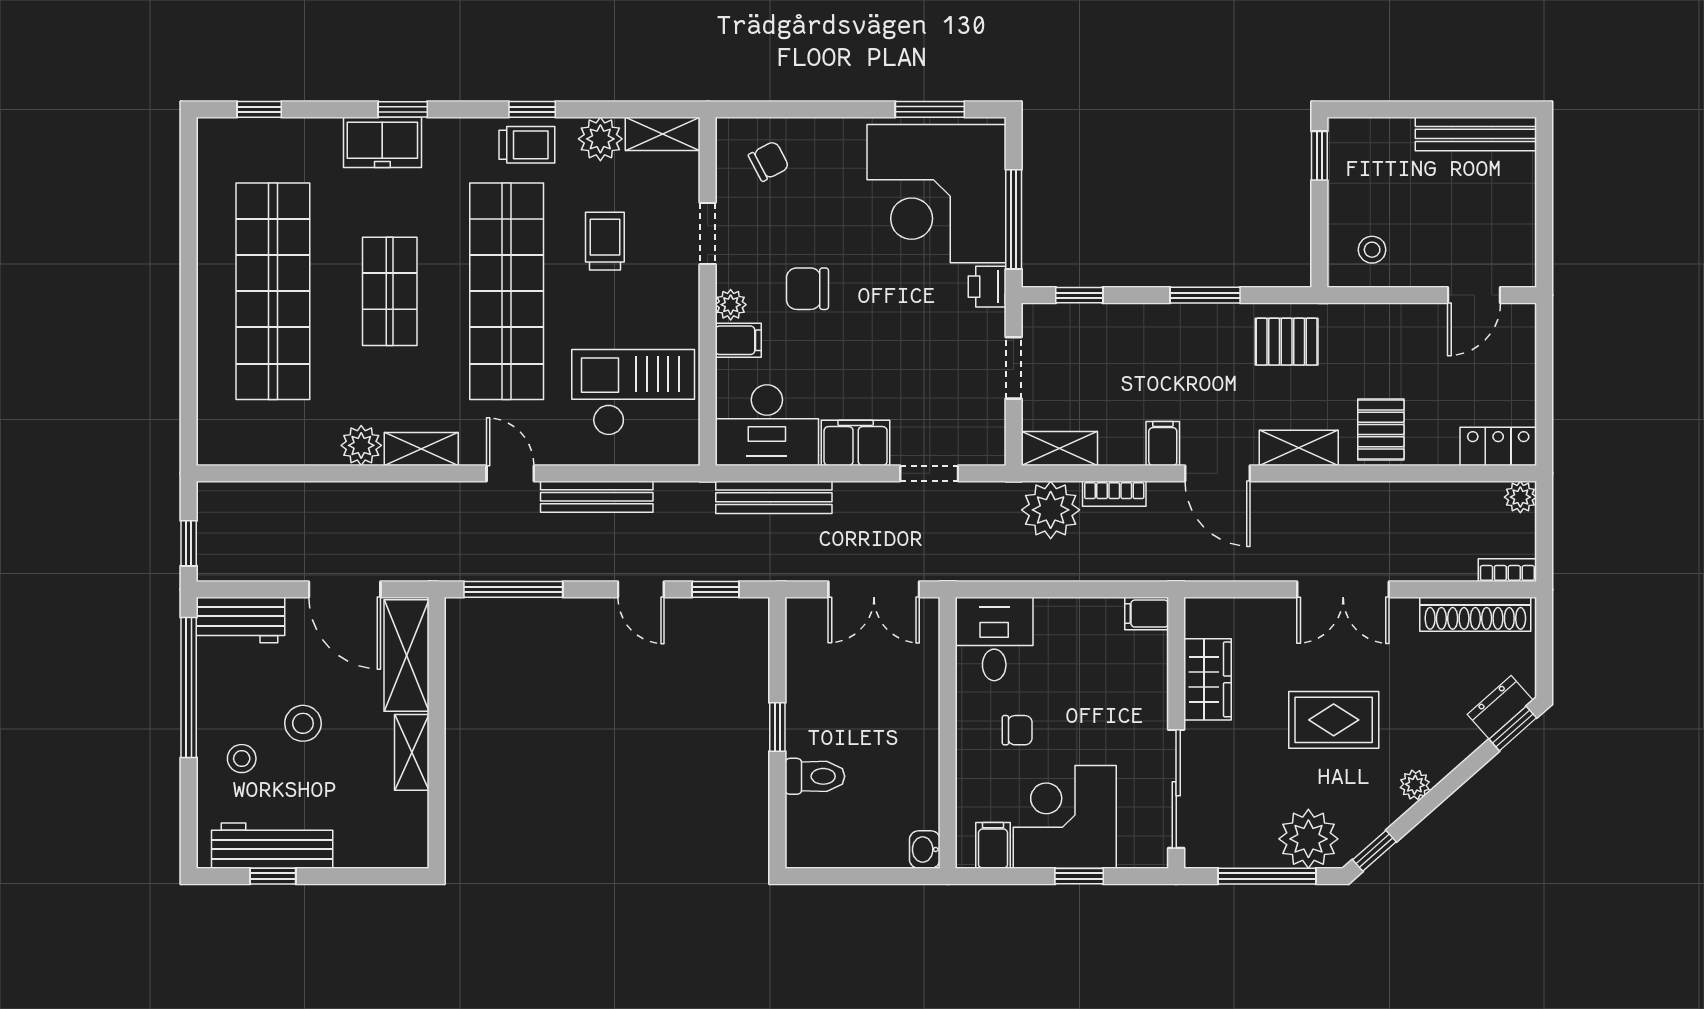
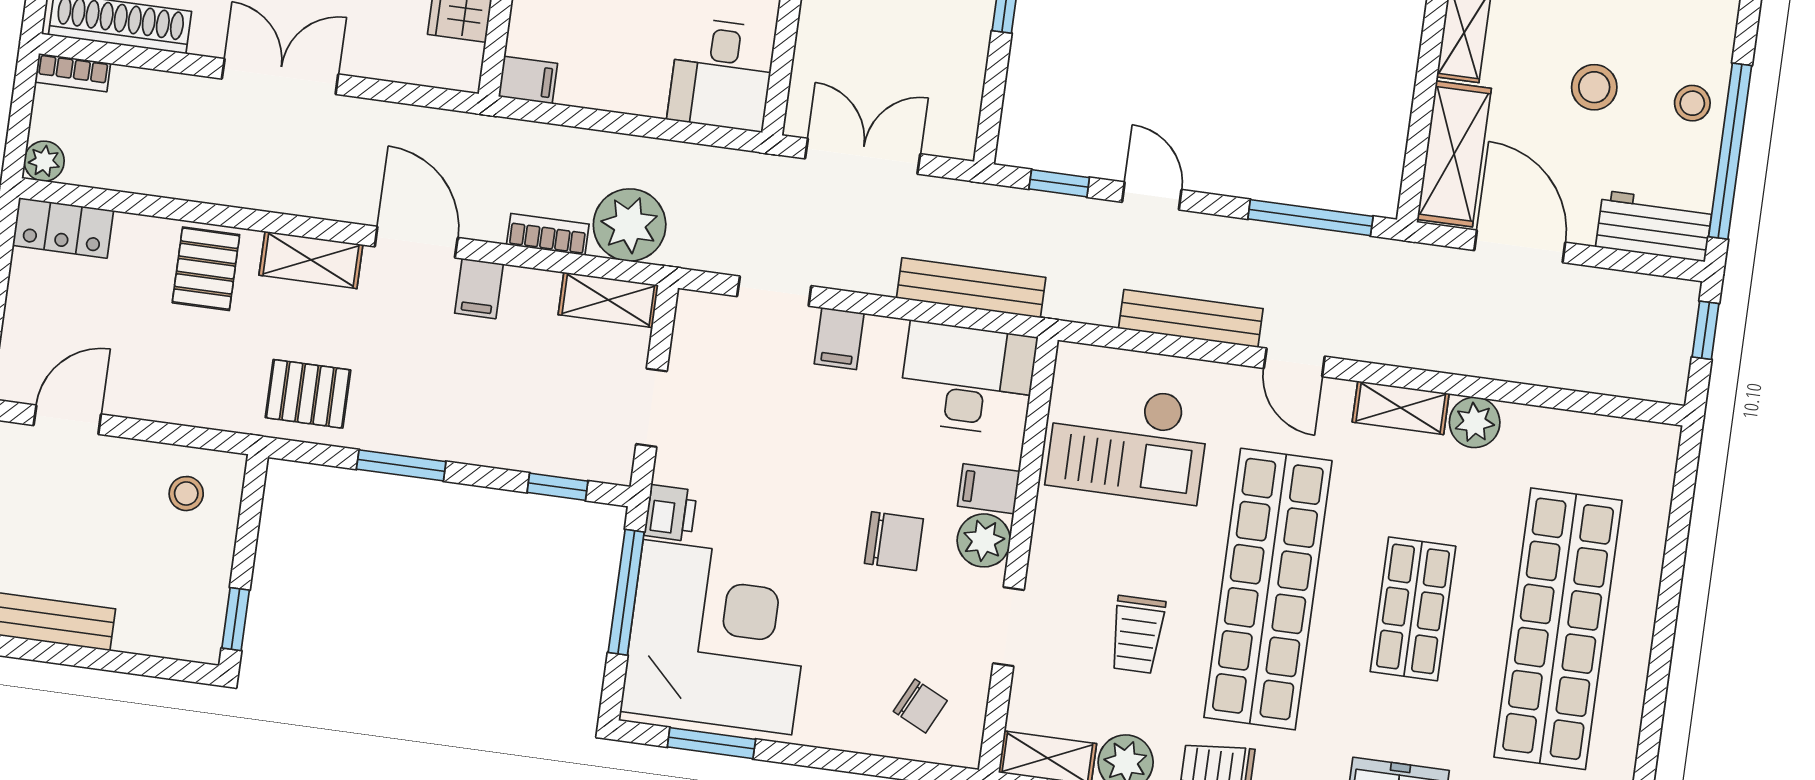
chair: (769, 161) -> (920, 706), turned -126
plant: (731, 305) -> (984, 540), width x1.38, depth x1.38
filing cabinet: (856, 443) -> (839, 339), width x0.50
stool: (242, 759) -> (1692, 103), moved

